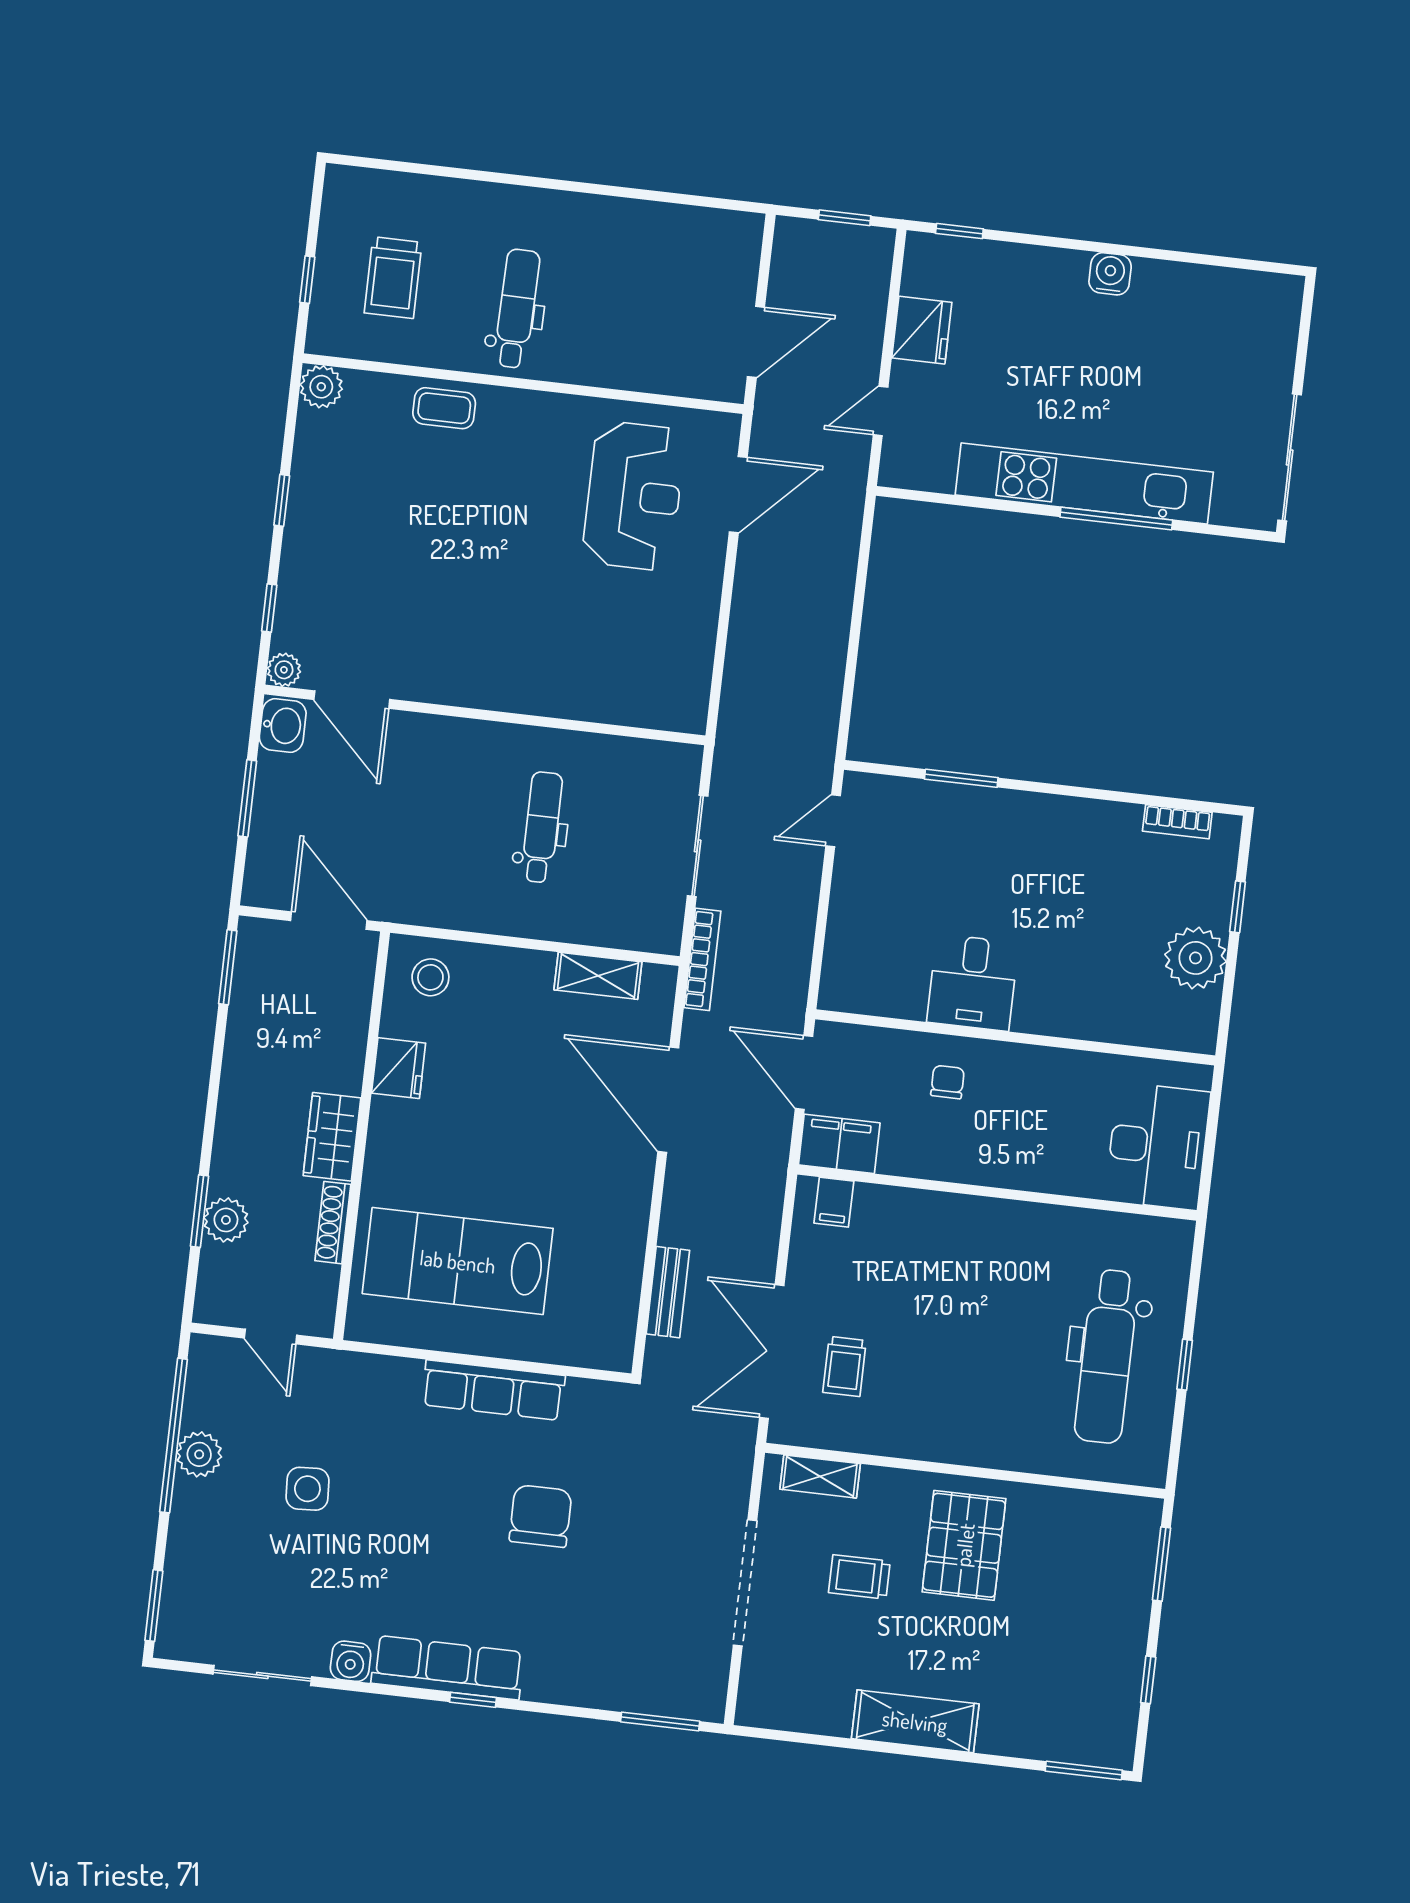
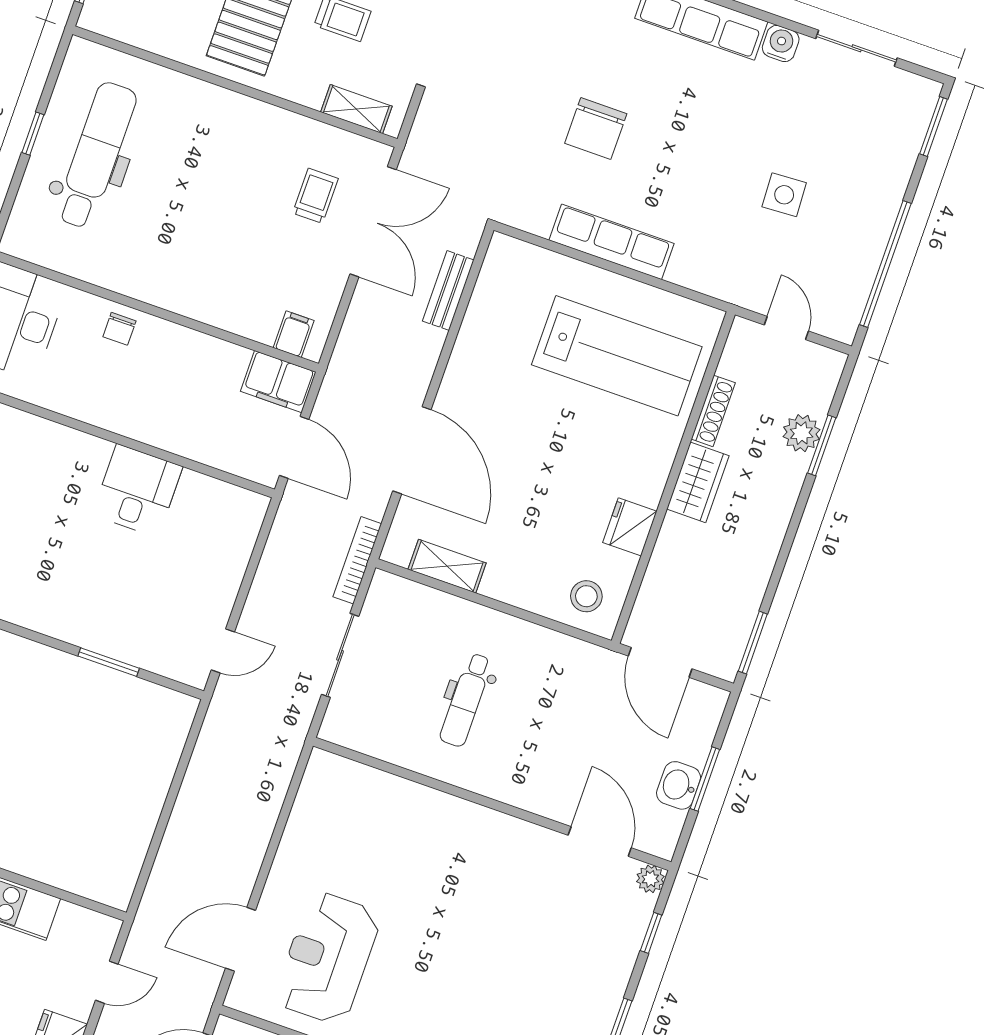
washbasin: (283, 725) -> (679, 785), moved
chair: (948, 1082) -> (119, 329), moved
plant: (199, 1454) -> (868, 244), removed

